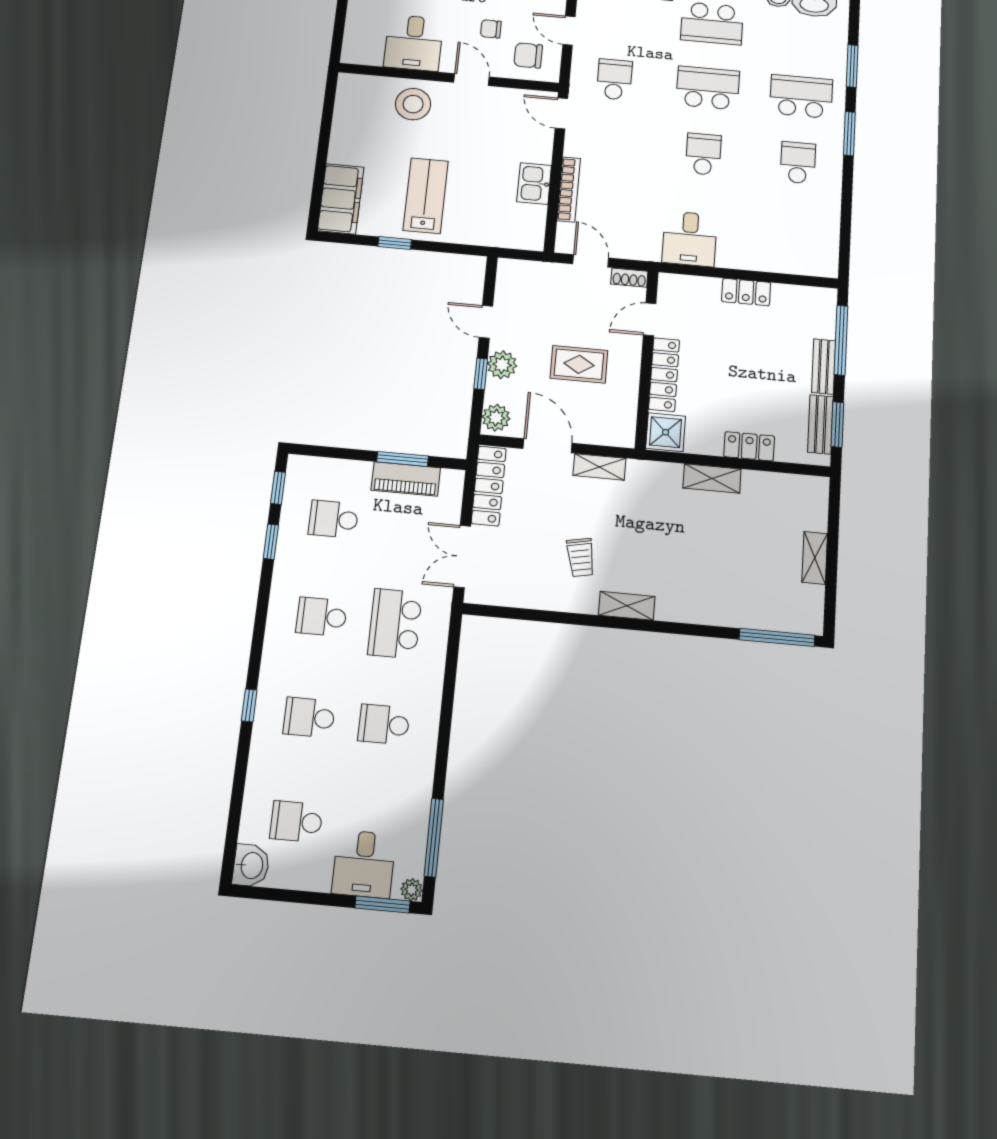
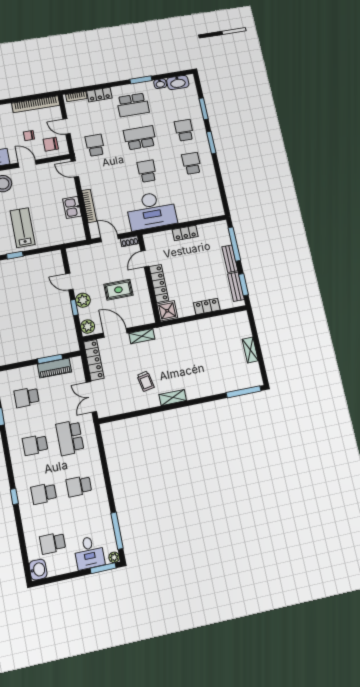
school desk: (801, 96) -> (184, 130), width x0.54
desk: (690, 239) -> (151, 211), width x1.87, depth x1.30
shelving: (712, 478) -> (194, 326), removed

